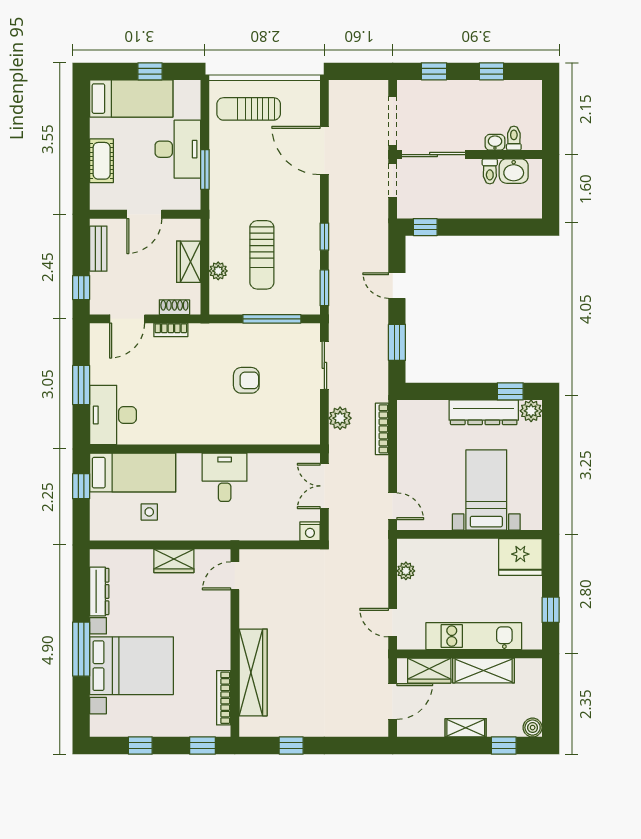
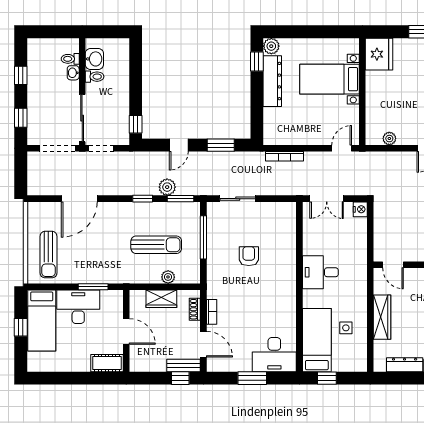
bed: (131, 99) -> (42, 321), moved, turned 180
cot: (102, 161) -> (107, 363), moved
bench: (98, 249) -> (184, 365), moved
plant: (340, 418) -> (167, 187), moved
wardrobe: (174, 561) -> (382, 317), width x1.50

